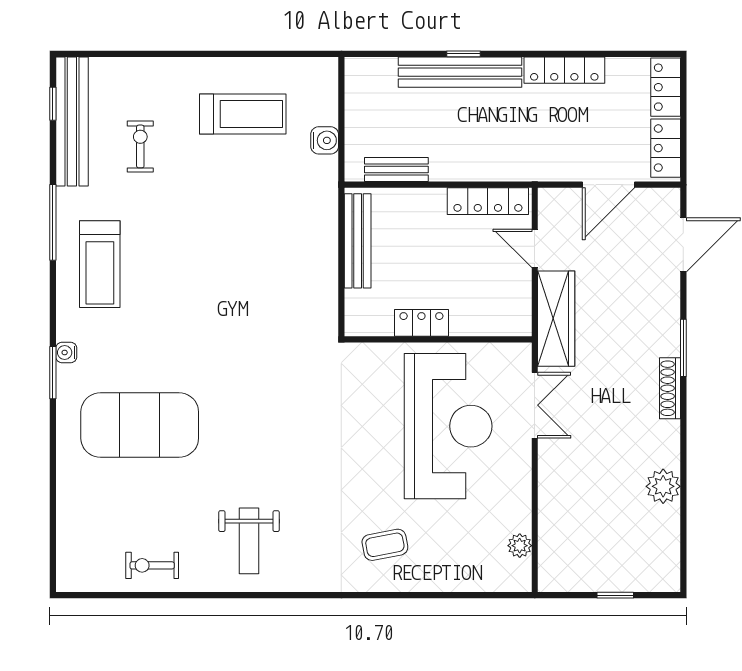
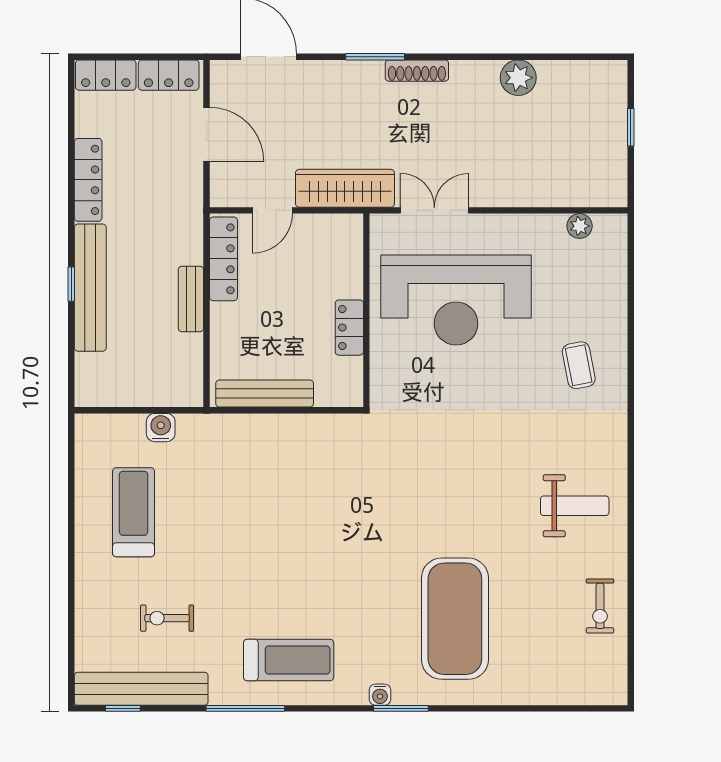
bench: (396, 170) -> (191, 299), moved
reception desk: (448, 426) -> (456, 300), turned 180

